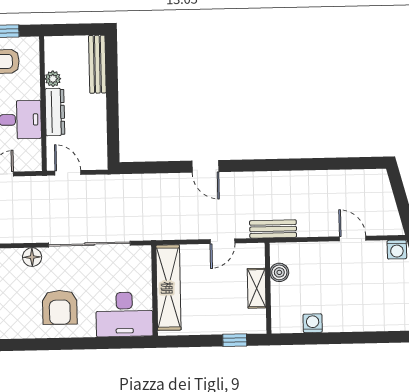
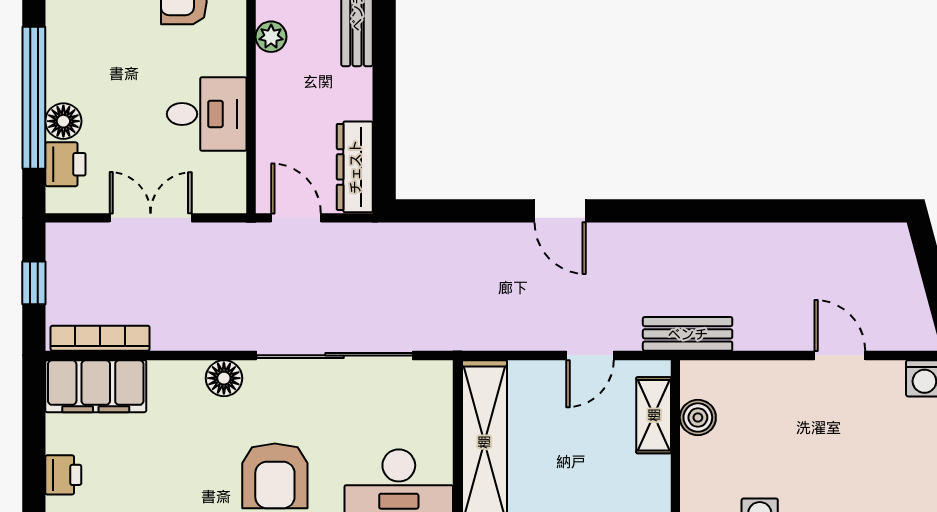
dresser: (55, 112) -> (355, 167), moved, turned 180
shelving: (257, 288) -> (654, 415), moved

